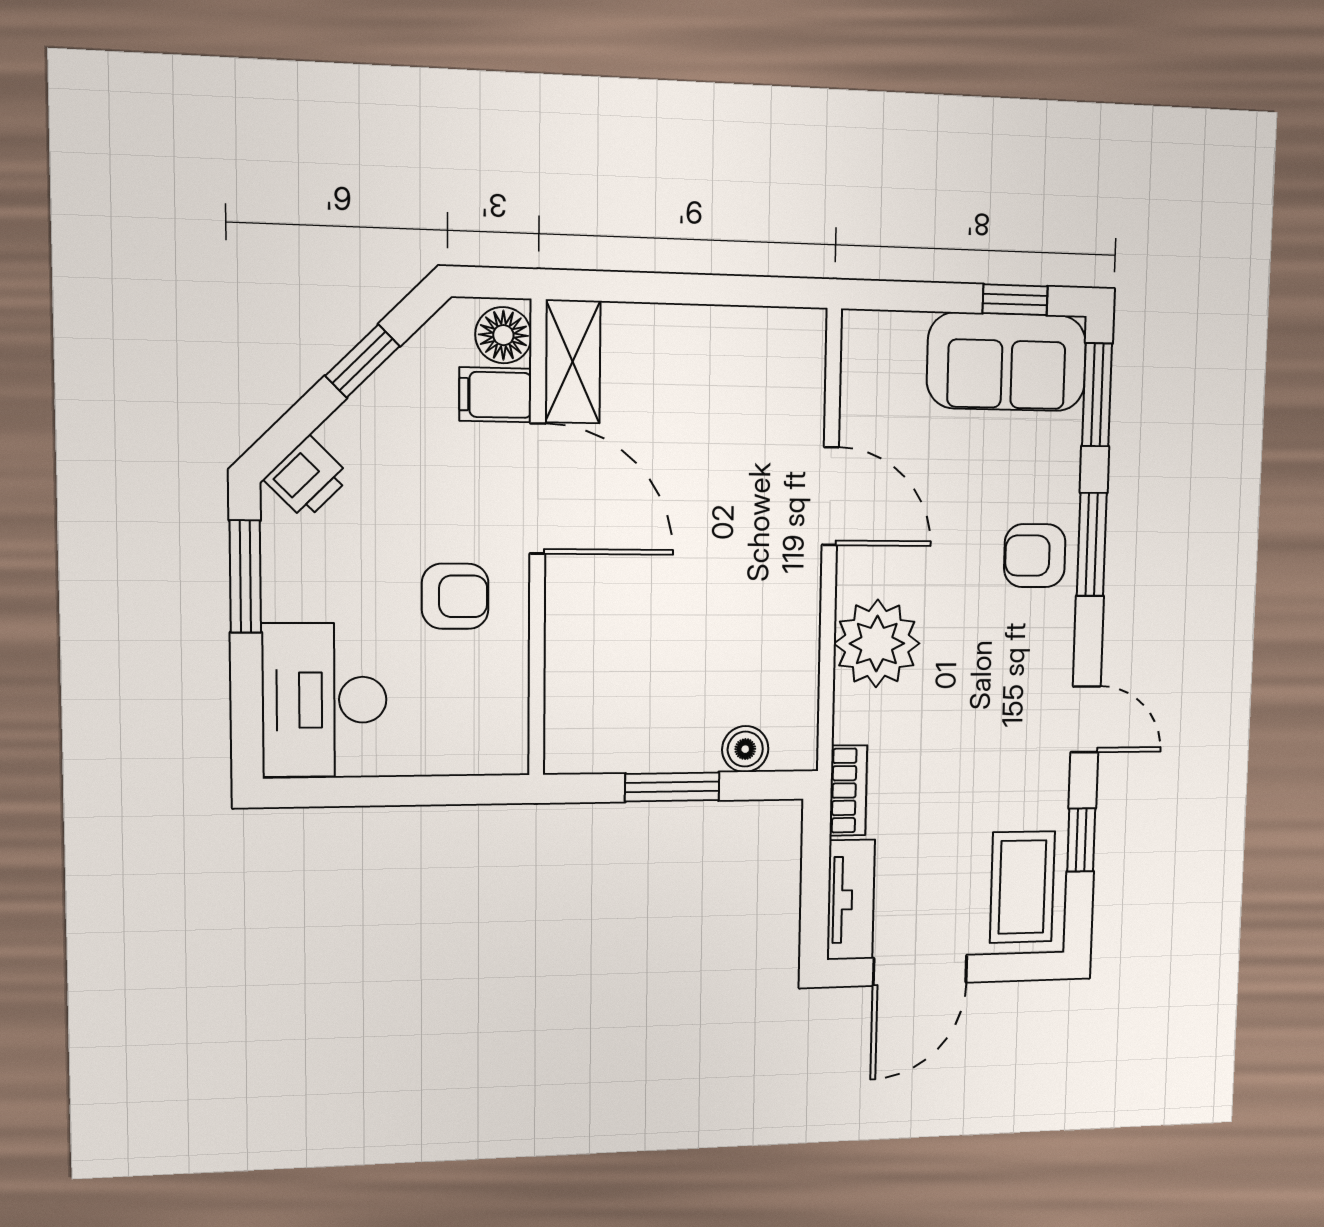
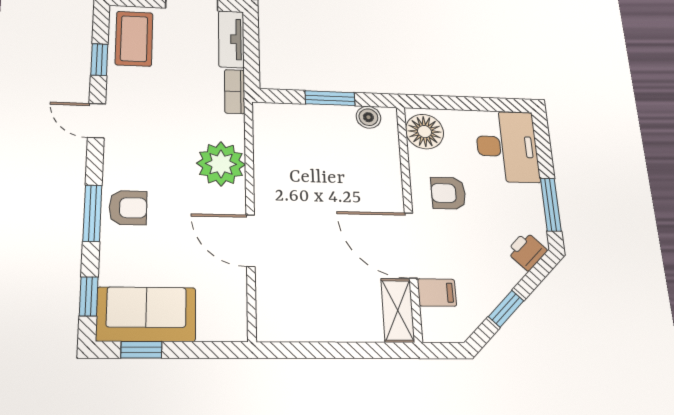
floor lamp: (503, 335) -> (425, 132), moved, width x1.38, depth x1.38
window: (1097, 395) -> (89, 296), width x0.67
boiler: (745, 749) -> (368, 117), moved

